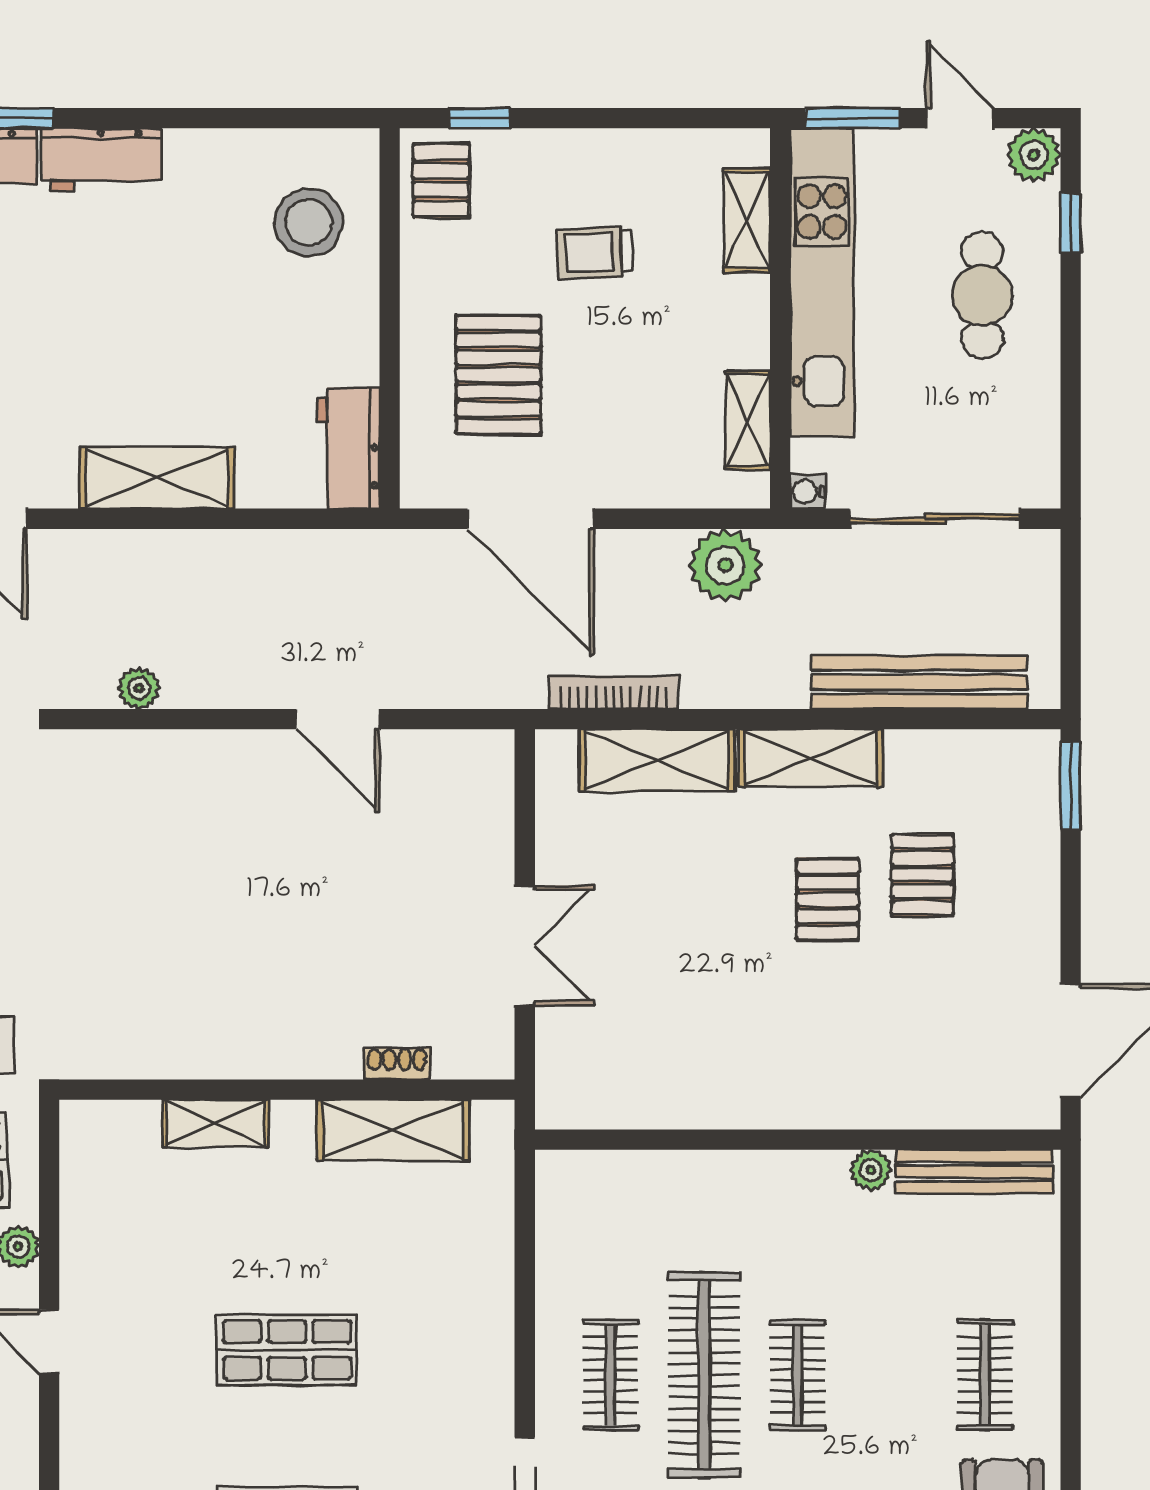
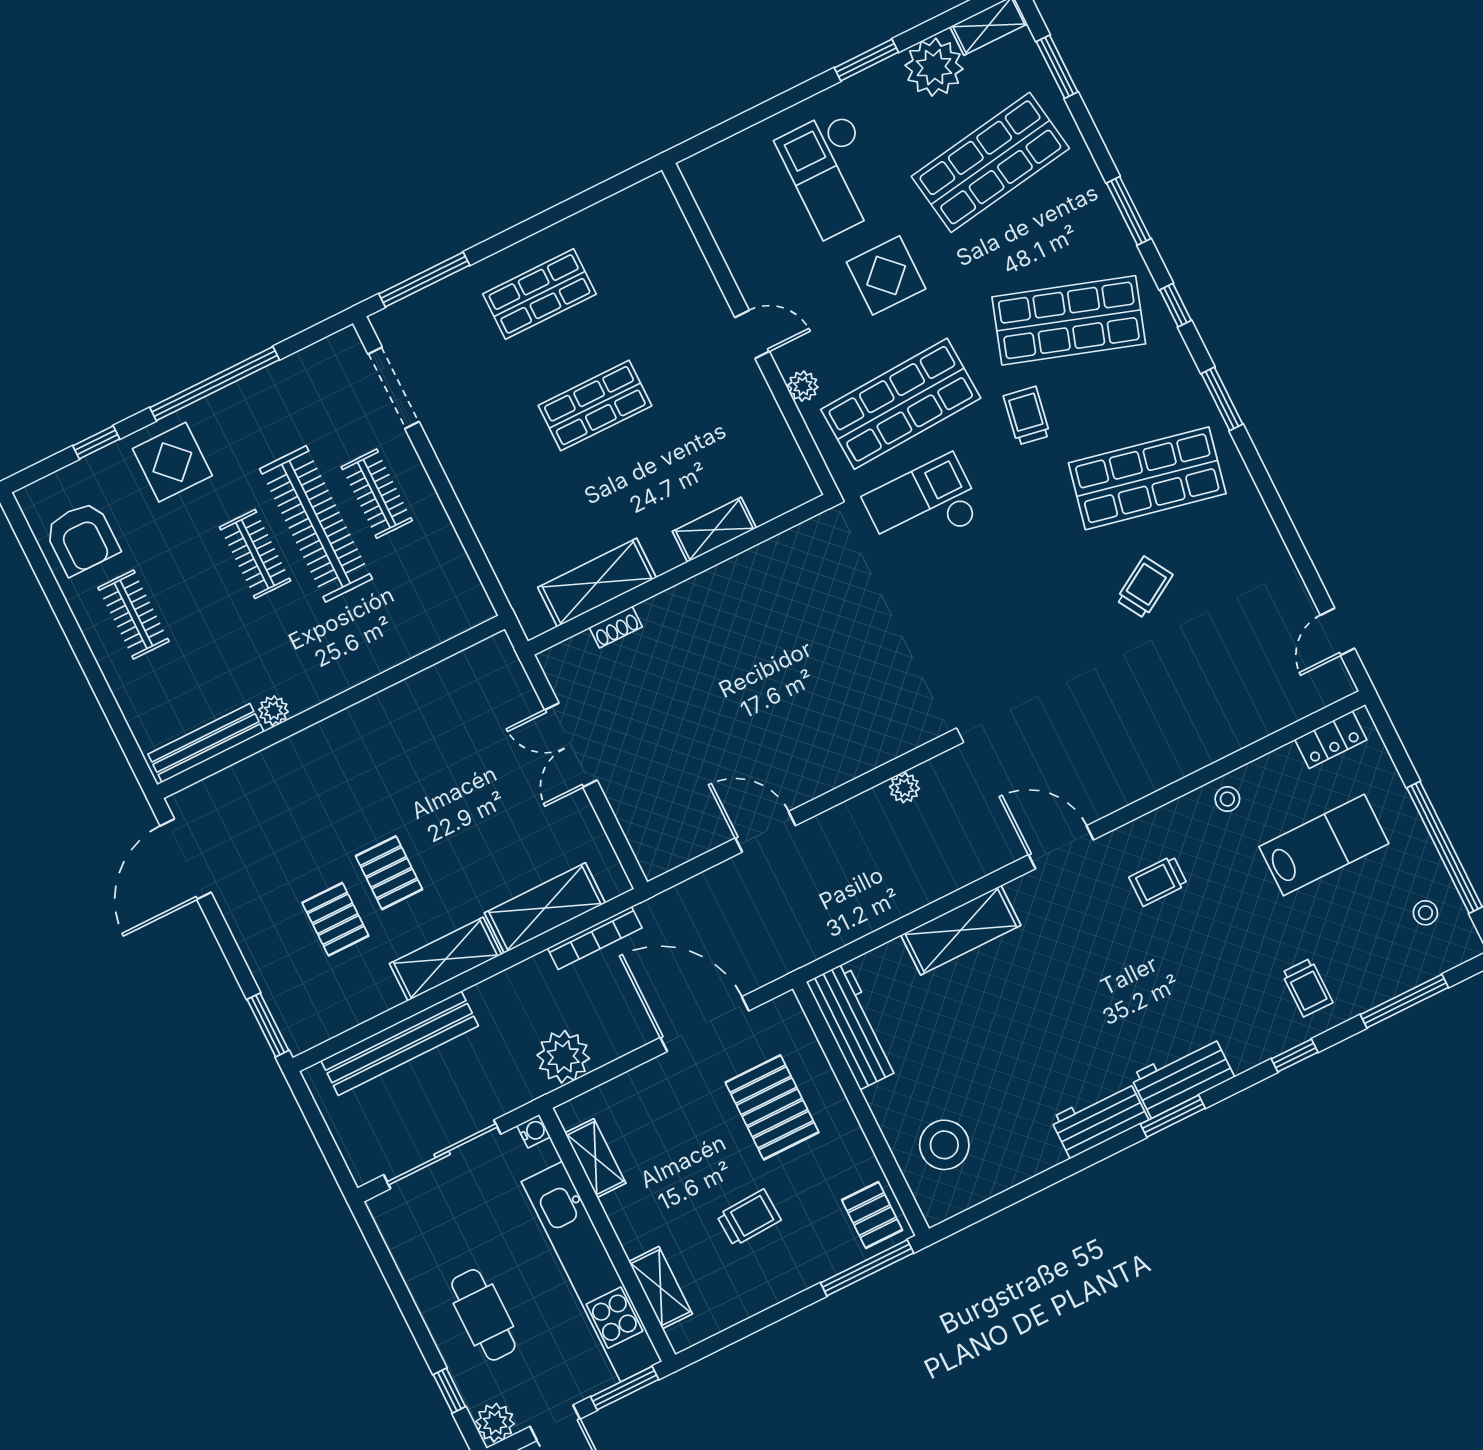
window: (479, 118) -> (867, 1268), width x2.17
workbench: (348, 448) -> (853, 1026), width x1.38

